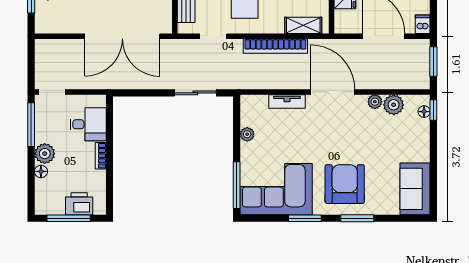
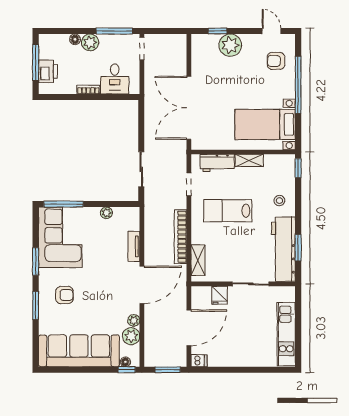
armchair: (345, 184) -> (64, 295), width x0.53, depth x0.53
sofa: (415, 189) -> (79, 351), width x1.85, depth x1.27

